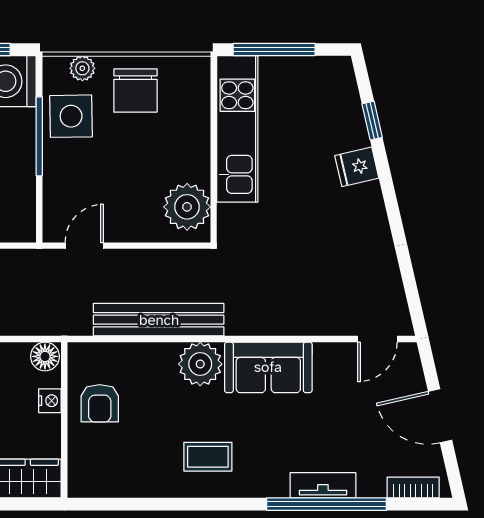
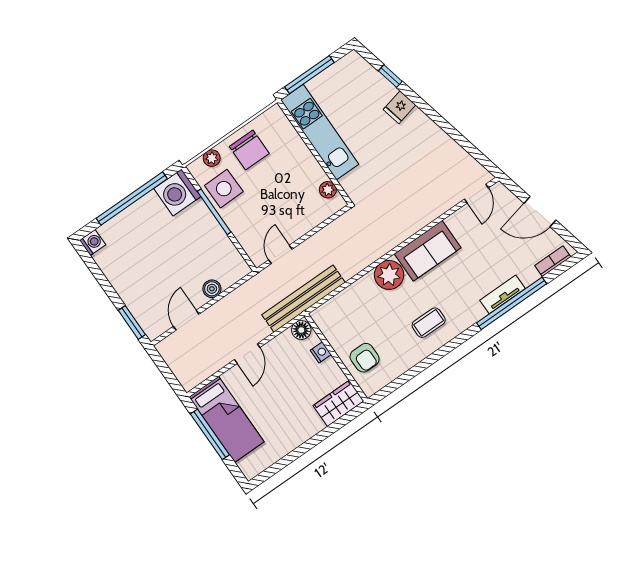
plant: (187, 207) -> (328, 190), width x0.53, depth x0.53
bench: (159, 320) -> (304, 299), moved
armchair: (100, 403) -> (365, 358), moved

